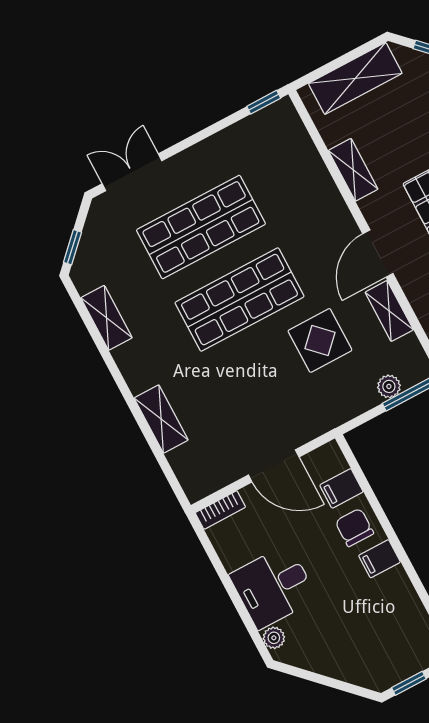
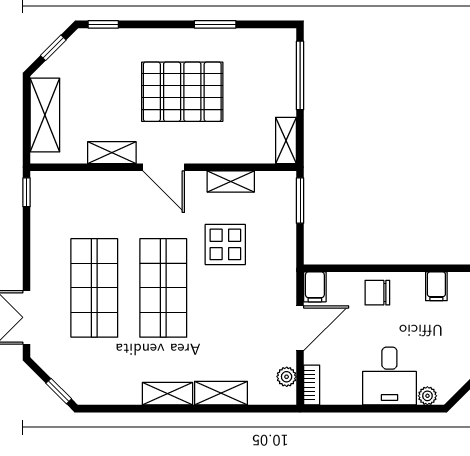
door: (378, 254) -> (164, 167), moved
shelving: (106, 318) -> (167, 394), moved
plant: (389, 386) -> (287, 377), moved
filing cabinet: (341, 488) -> (315, 287), moved
filing cabinet: (380, 559) -> (436, 286), moved

